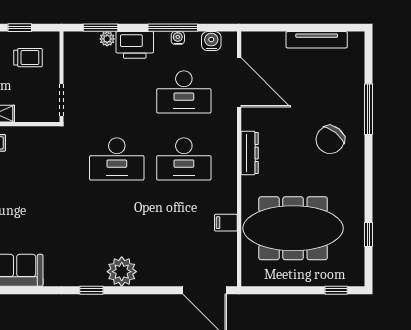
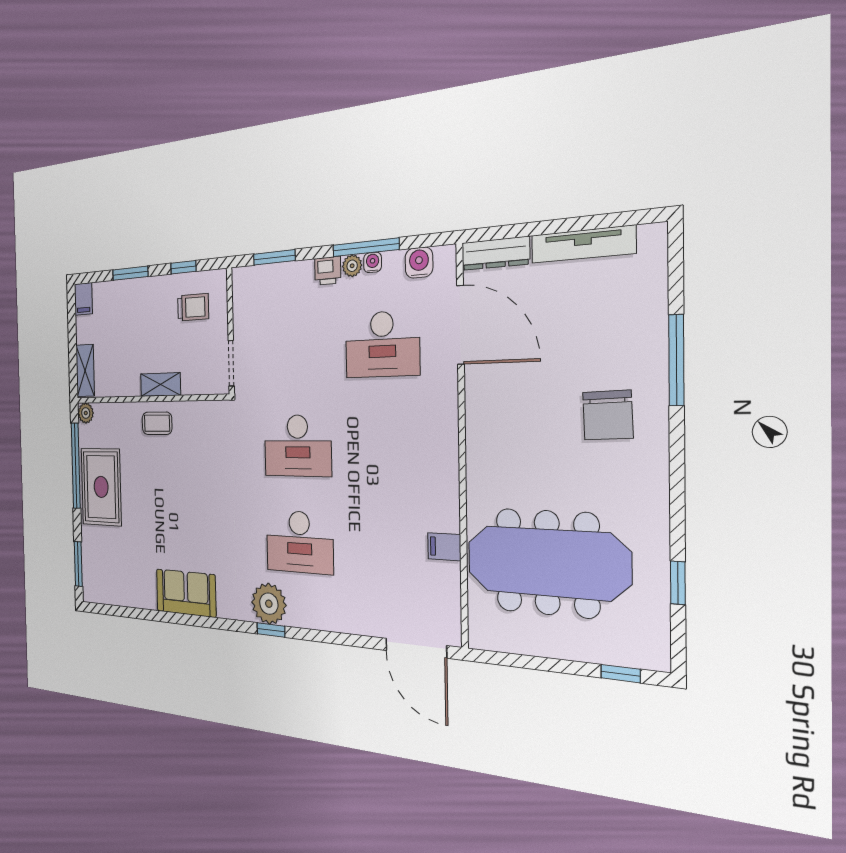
plant: (107, 39) -> (352, 266), moved
printer: (135, 45) -> (328, 271), width x0.53, depth x0.68
chair: (330, 140) -> (608, 415), turned -41
dresser: (250, 153) -> (495, 253), moved, turned 90
desk: (184, 159) -> (300, 542), moved
plant: (122, 272) -> (269, 604), moved

